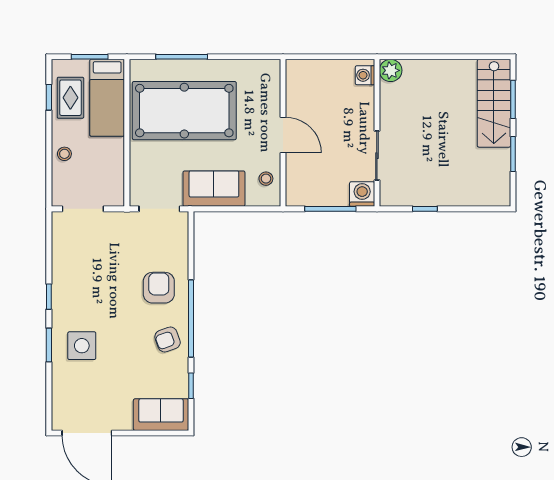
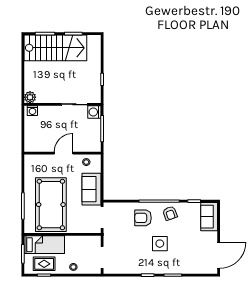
stairs: (494, 103) -> (55, 48), width x1.36, depth x1.51
side table: (82, 346) -> (160, 244), moved

